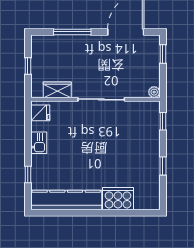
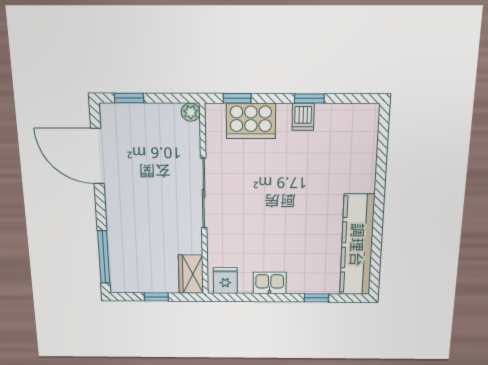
window: (72, 32) -> (104, 257), moved
wardrobe: (57, 90) -> (191, 274), moved
dishwasher: (151, 162) -> (303, 117), added
cooker: (118, 199) -> (251, 121), moved, turned -90

